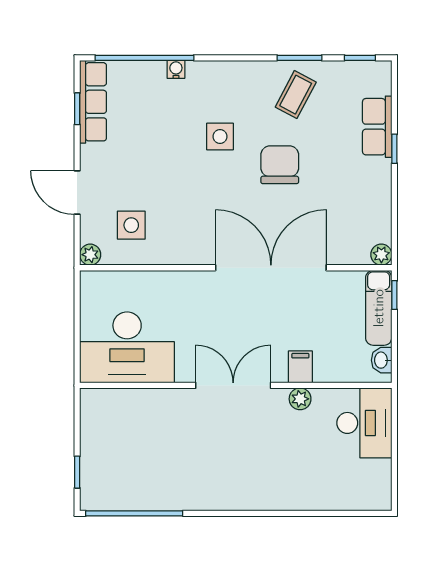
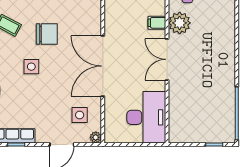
chair: (280, 165) -> (47, 34), turned 180
double door: (271, 268) -> (103, 66), moved
plant: (300, 399) -> (180, 23), width x1.88, depth x1.88

